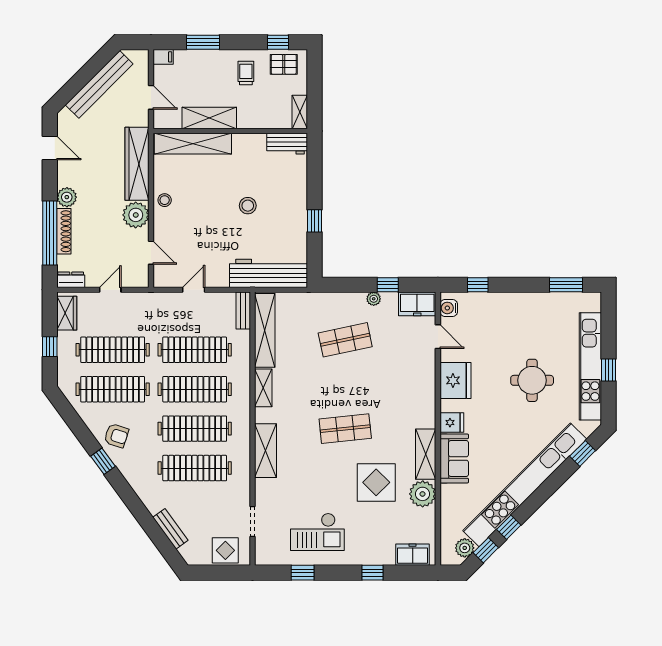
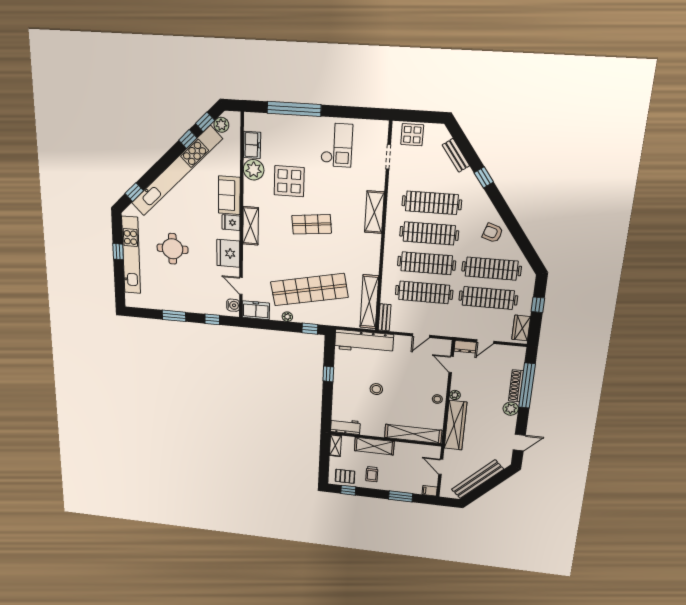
shelving: (209, 118) -> (374, 446), moved
door: (50, 148) -> (519, 443), swing flipped
plant: (136, 215) -> (455, 395), width x0.53, depth x0.53
dresser: (71, 280) -> (465, 347), moved
window: (388, 285) -> (310, 329), moved
window: (566, 285) -> (174, 316), moved
shop shelf: (345, 340) -> (309, 290), width x2.00, depth x1.36
shelving: (263, 388) -> (373, 260), removed
shelving: (426, 454) -> (251, 226), moved
window: (103, 461) -> (484, 177), moved
checkout: (317, 532) -> (337, 145), turned 90
freezer: (413, 555) -> (252, 145), moved, turned -90
window: (303, 573) -> (350, 112), removed
window: (373, 573) -> (294, 109), width x3.17

